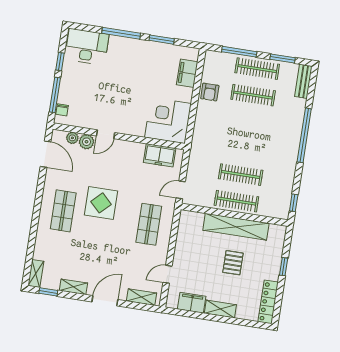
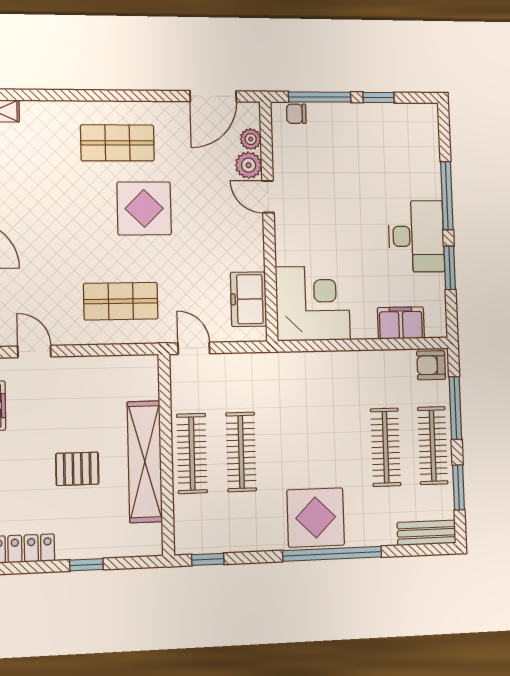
desk: (87, 47) -> (416, 236), moved
armchair: (210, 92) -> (431, 365), moved
display table: (283, 141) -> (316, 517), added

